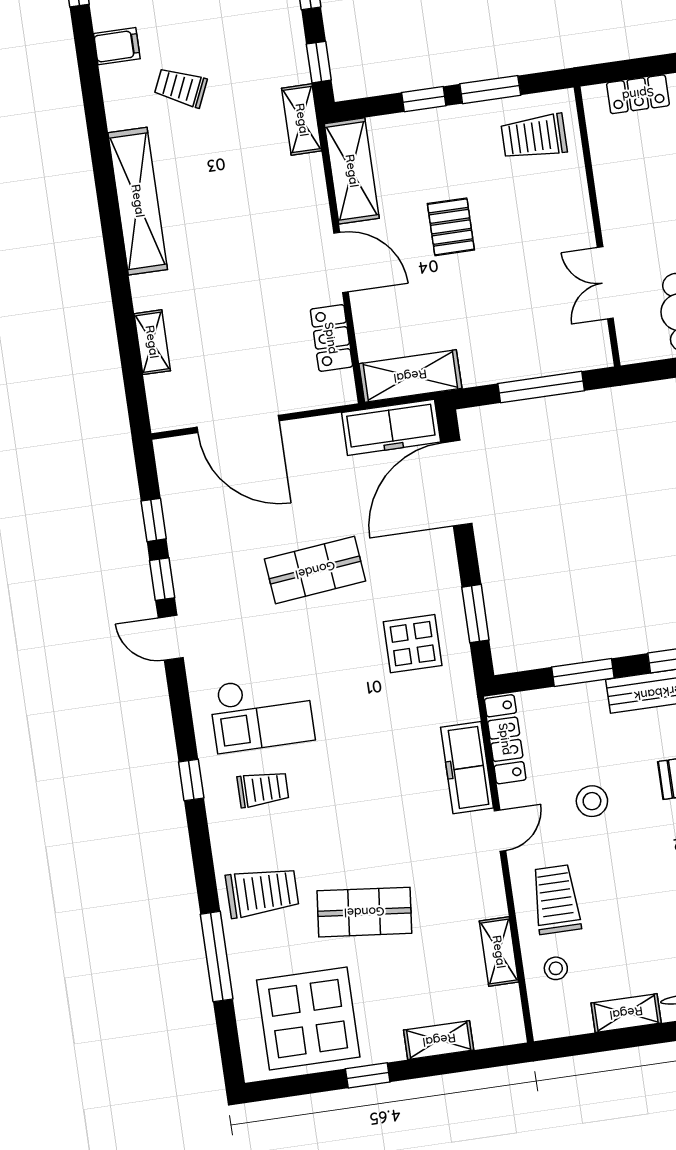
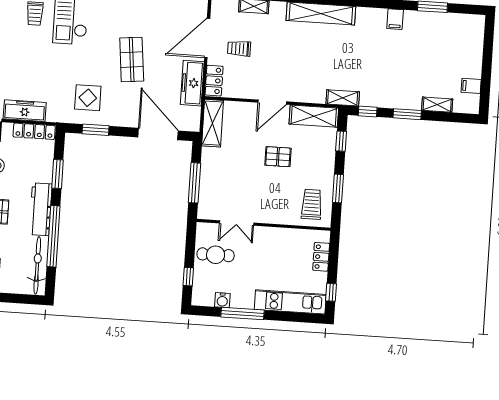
trolley: (181, 87) -> (239, 48), moved, turned -114
window: (424, 99) -> (341, 141), moved
double door: (605, 283) -> (237, 223), swing flipped
locker: (331, 338) -> (214, 81), moved, turned 90
freezer: (391, 427) -> (192, 83), moved

